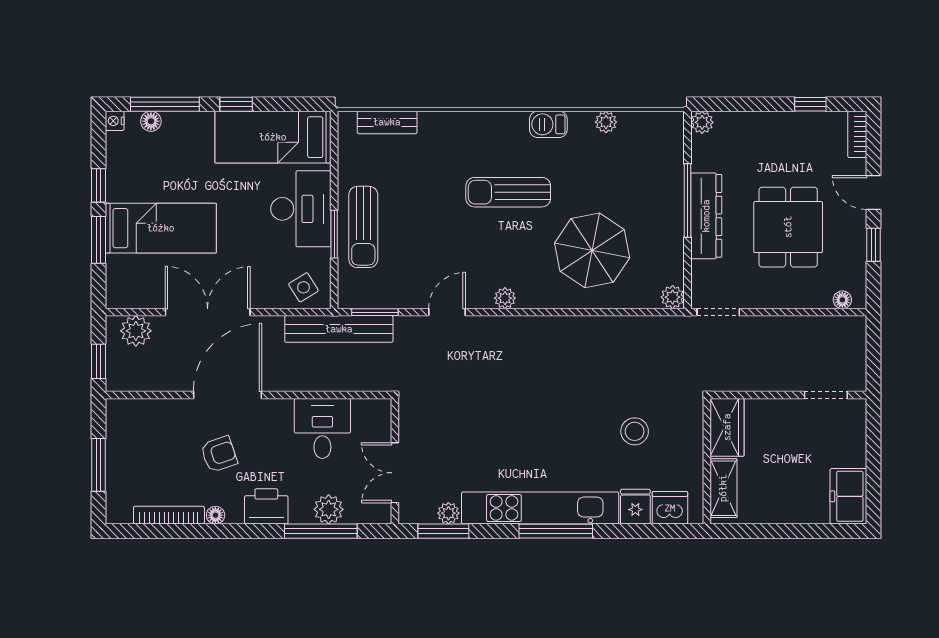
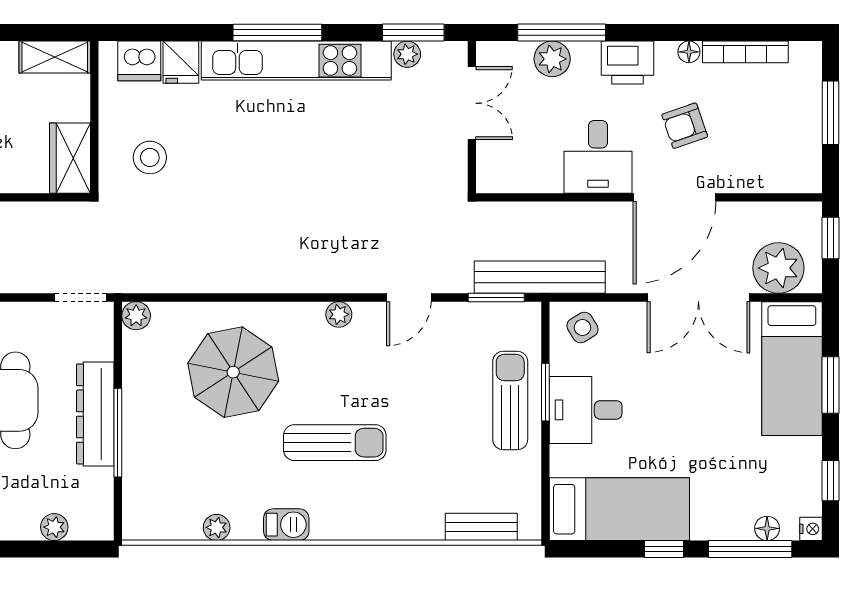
plant: (702, 122) -> (54, 527), moved
window: (99, 185) -> (830, 481), moved
desk: (301, 209) -> (586, 410), width x0.73
bed: (161, 228) -> (792, 369), moved, turned -90
plant: (136, 331) -> (778, 268), width x1.36, depth x1.36
desk: (322, 428) -> (598, 157), moved
stool: (635, 431) -> (150, 157), moved
shelving: (723, 488) -> (55, 57), moved, turned 90

